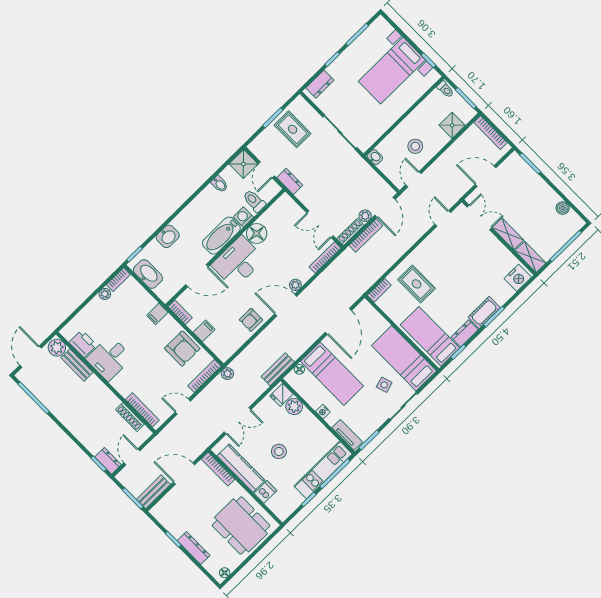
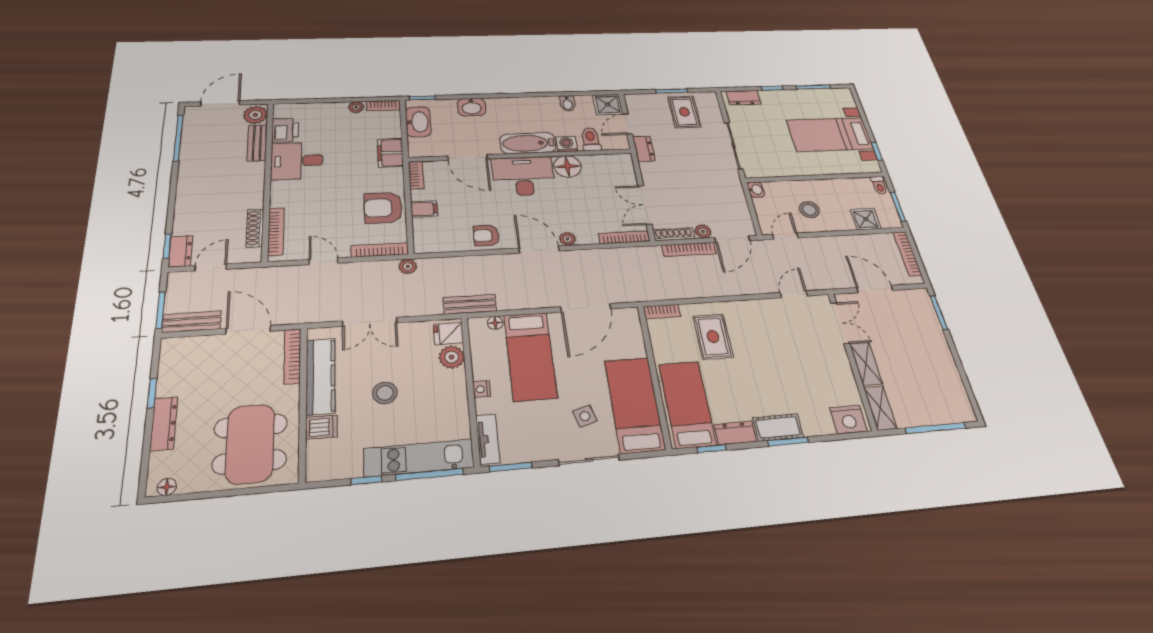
boiler: (563, 208) -> (955, 384), removed
filing cabinet: (157, 314) -> (390, 153), width x2.00
armchair: (182, 349) -> (383, 208), turned 90

